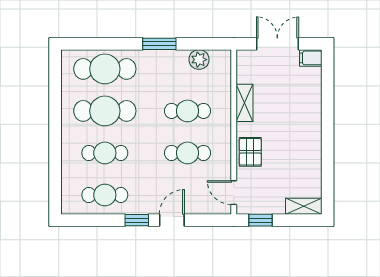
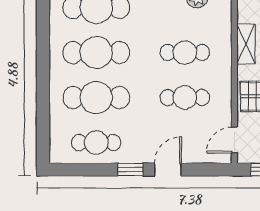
cafe table: (105, 153) -> (96, 98), width x1.37, depth x1.35
door: (234, 193) -> (234, 140), hinge flipped

